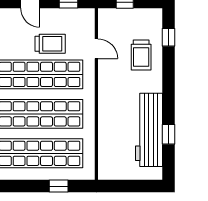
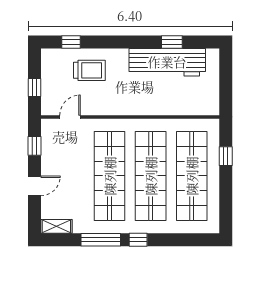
trolley: (50, 44) -> (78, 165), removed
door: (96, 49) -> (70, 117), moved

